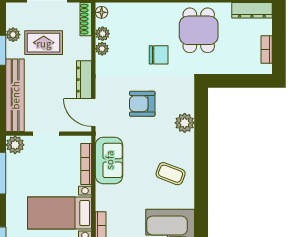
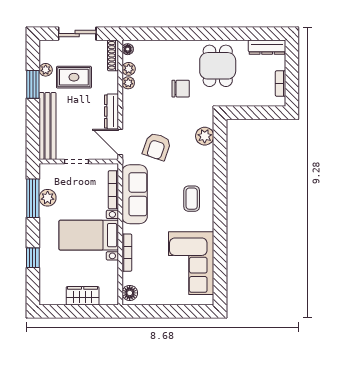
armchair: (142, 104) -> (157, 147), moved, turned -71
plant: (185, 123) -> (205, 136), moved
plant: (15, 145) -> (48, 198), moved
sofa: (109, 160) -> (135, 194), width x1.36
coffee table: (171, 174) -> (192, 199), turned 69

